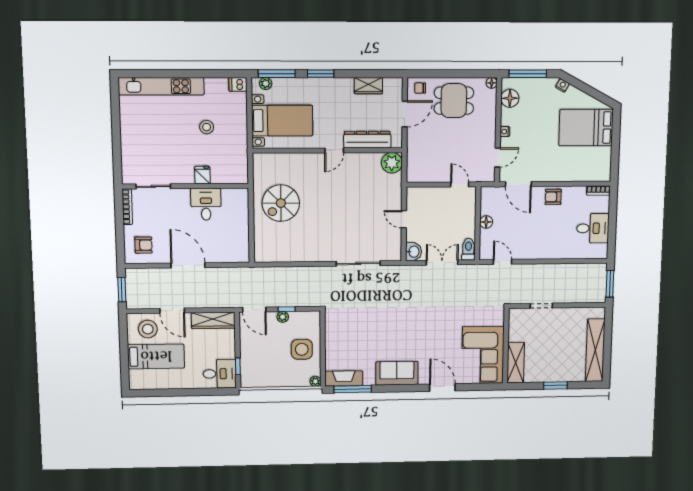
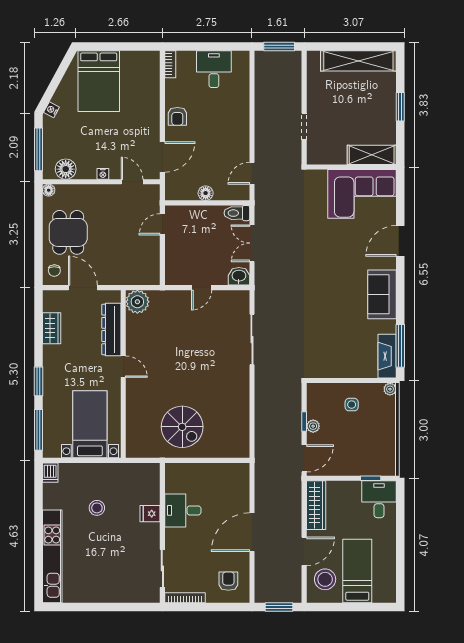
plant: (266, 84) -> (49, 442), removed
side table: (302, 349) -> (352, 405), width x0.54, depth x0.54

